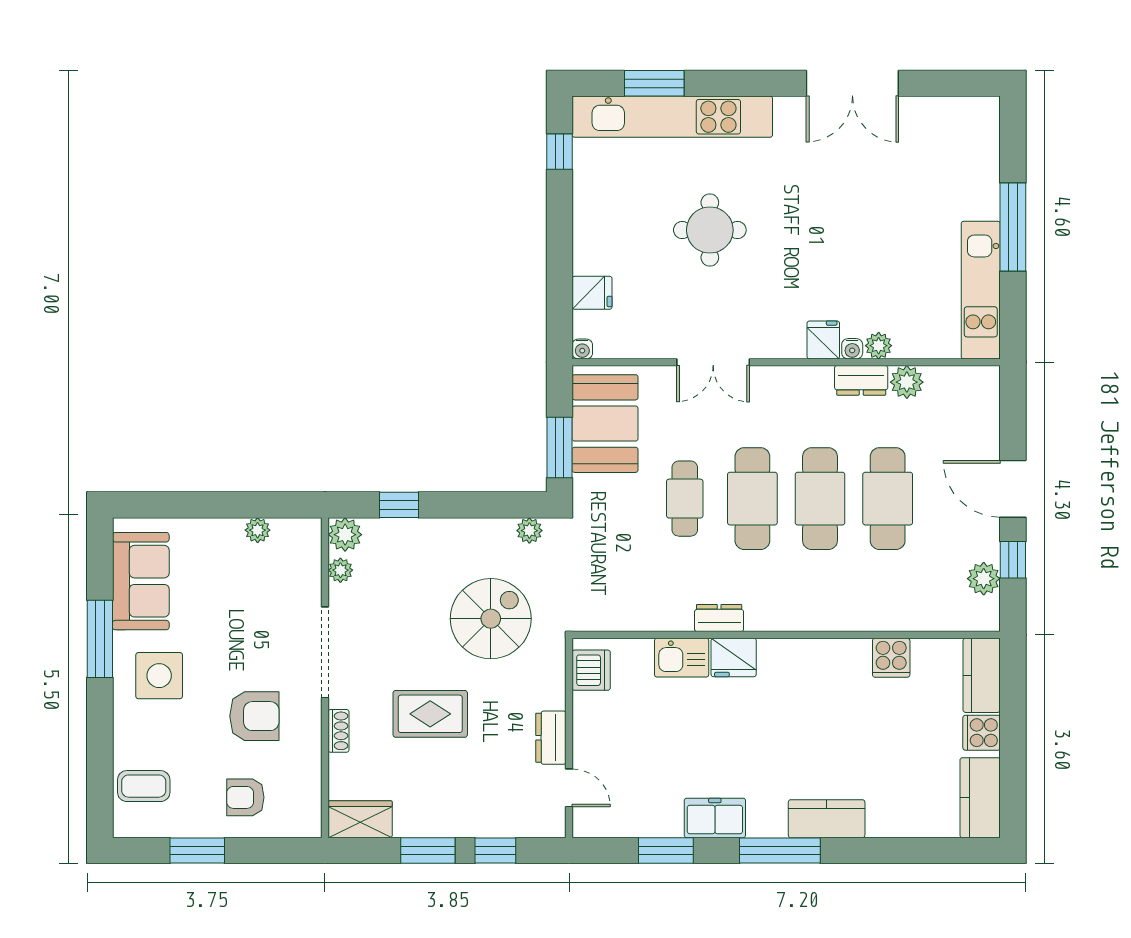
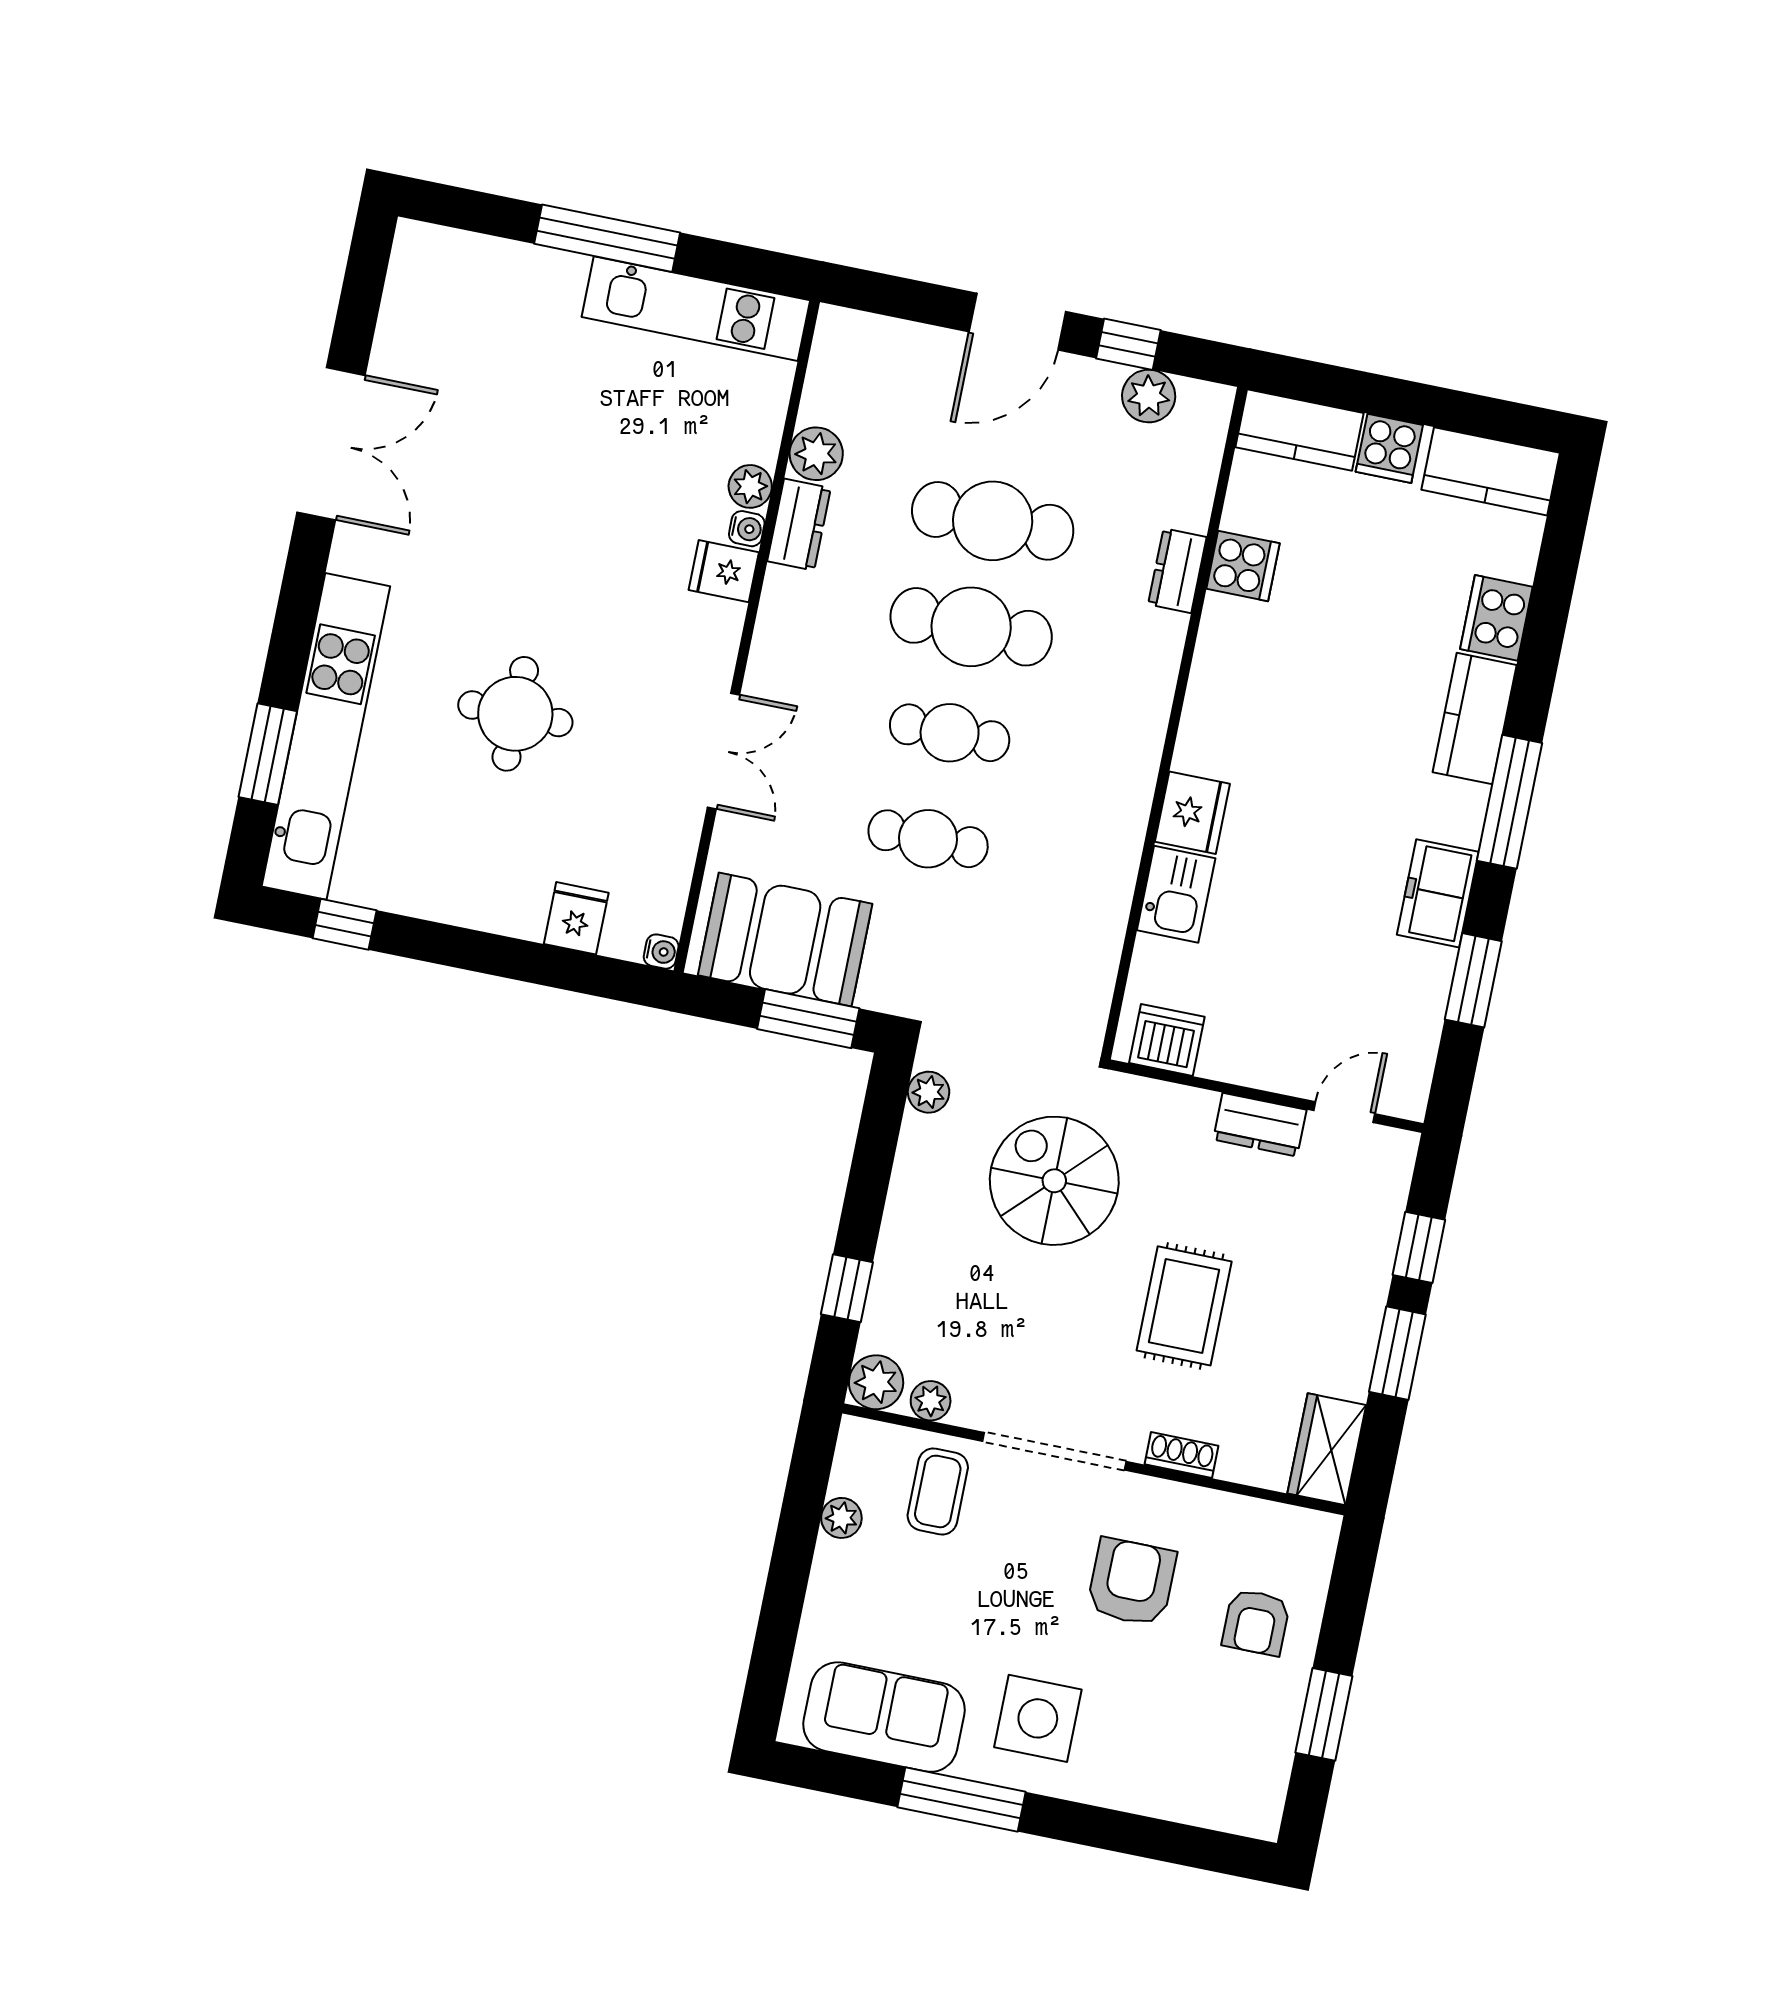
cafe table: (752, 499) -> (950, 733), width x0.73, depth x0.74
dresser: (719, 618) -> (1177, 571), moved
coffee table: (144, 786) -> (938, 1491), moved
cooker: (891, 819) -> (1496, 618), added

